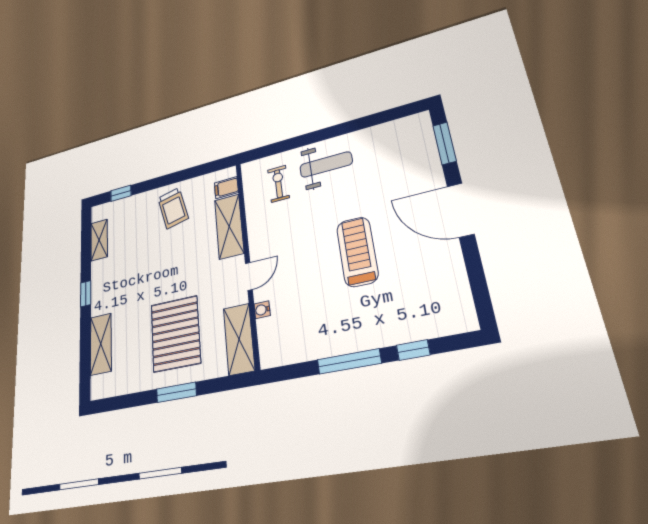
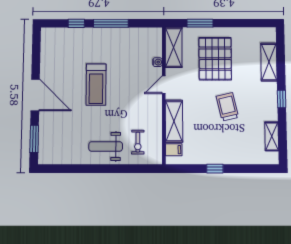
window: (121, 193) -> (215, 169), moved
trolley: (173, 208) -> (227, 107), moved
window: (176, 392) -> (200, 23), moved

